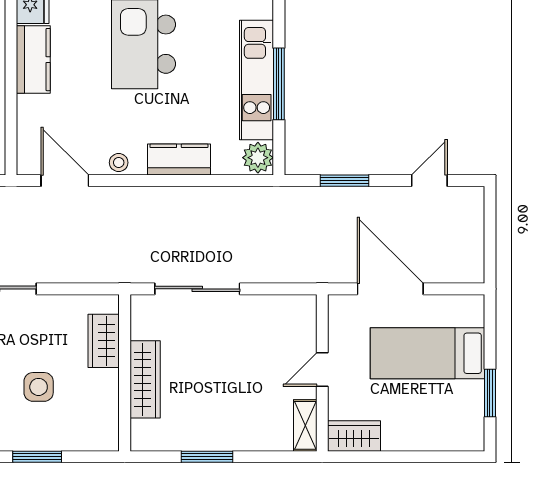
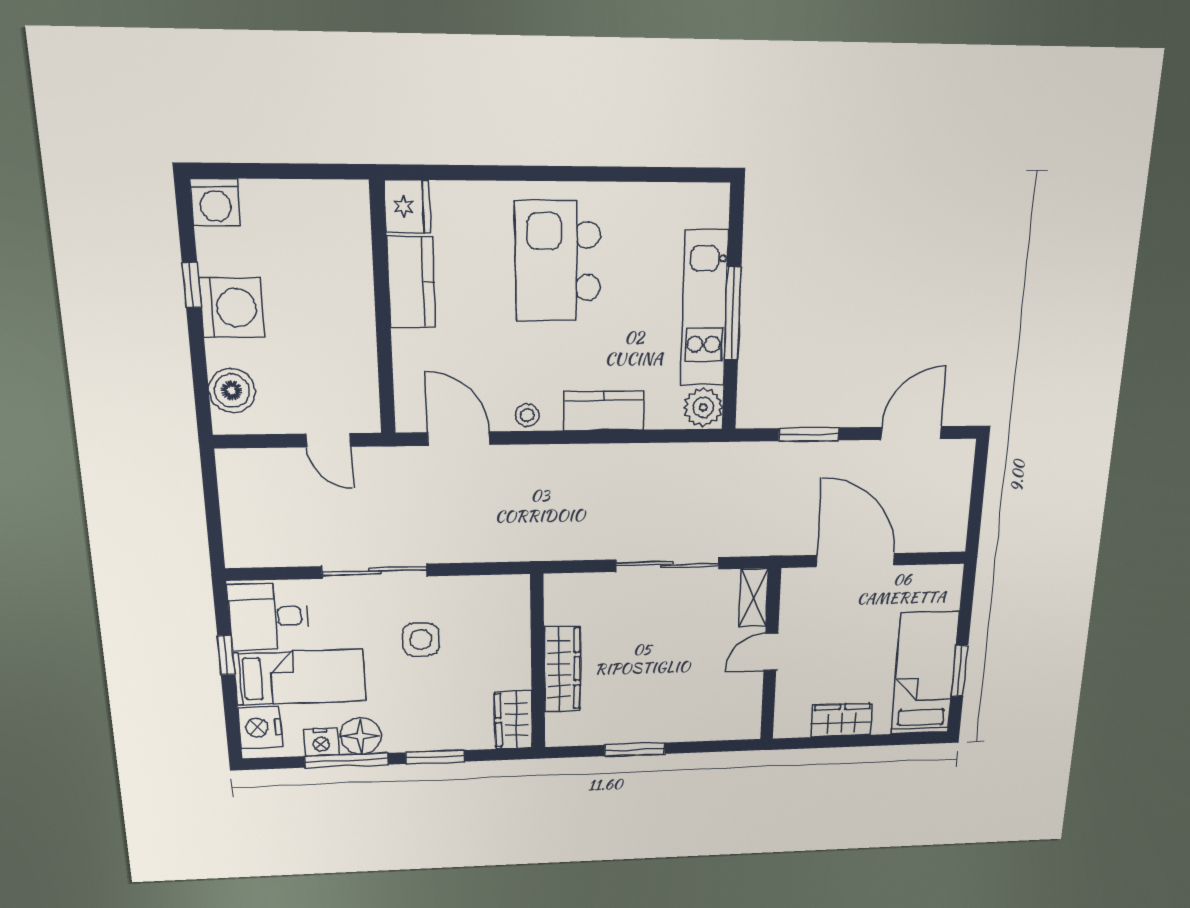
door: (429, 181) -> (911, 433), width x1.38
sliding door: (197, 289) -> (668, 564), moved
wardrobe: (104, 341) -> (514, 720), moved
bed: (428, 353) -> (925, 673), moved, turned 90
side table: (39, 387) -> (421, 640), moved
shelving: (305, 425) -> (753, 598), moved
wardrobe: (354, 436) -> (842, 720), moved

